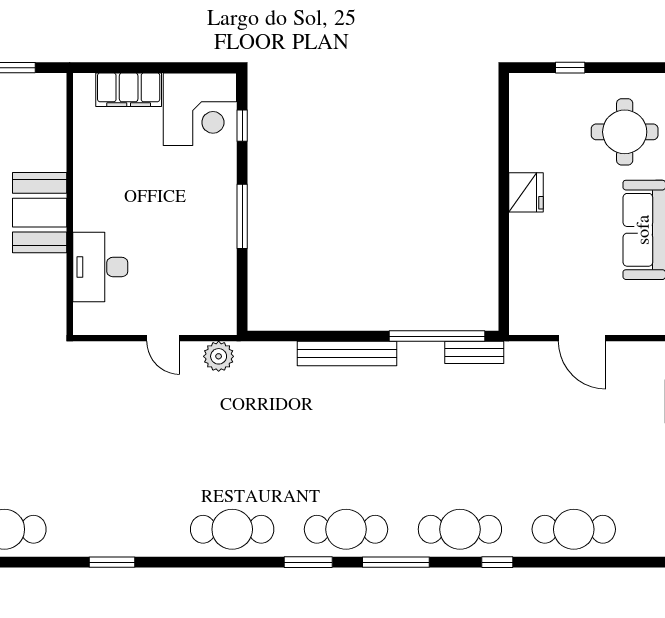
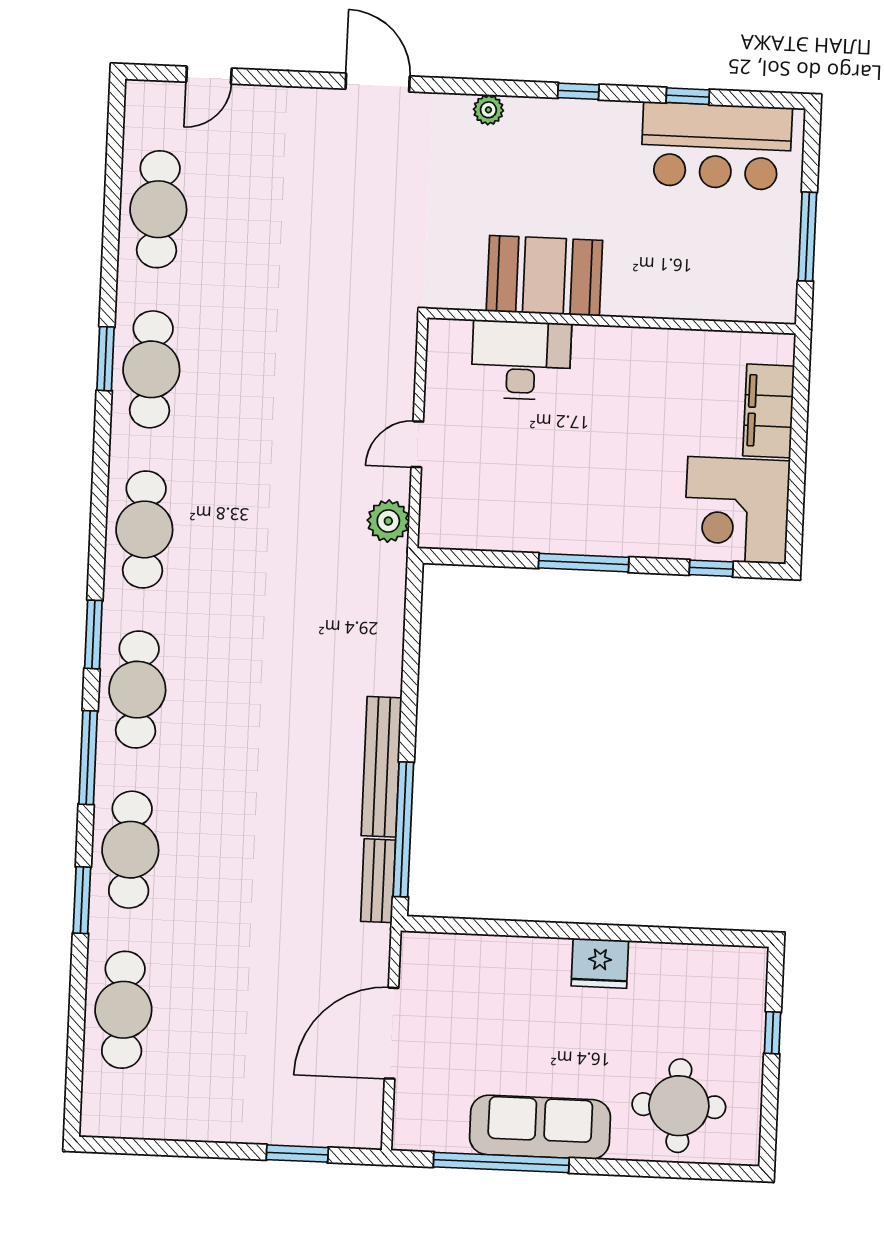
booth: (40, 213) -> (544, 276), moved
door: (582, 338) -> (392, 1033), width x1.36
bench: (347, 354) -> (381, 767), moved
cafe table: (118, 529) -> (151, 369), added
window: (497, 562) -> (82, 900), width x1.50

